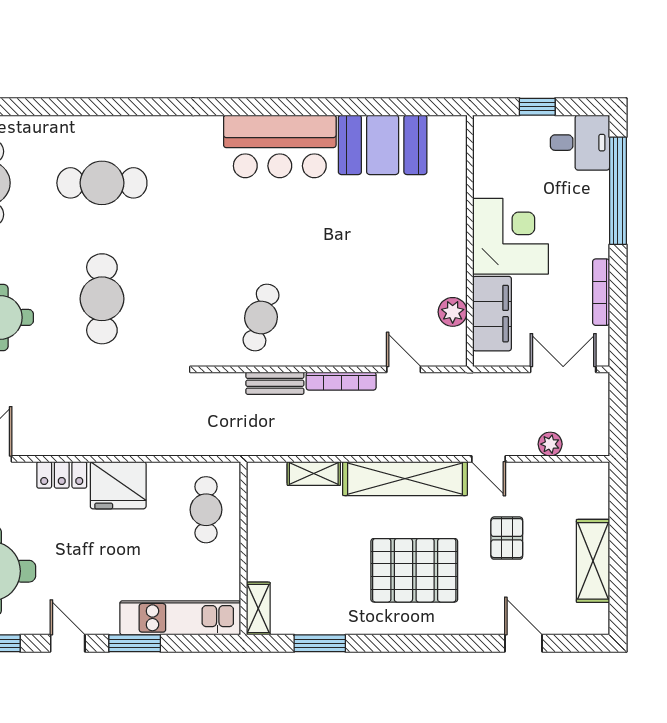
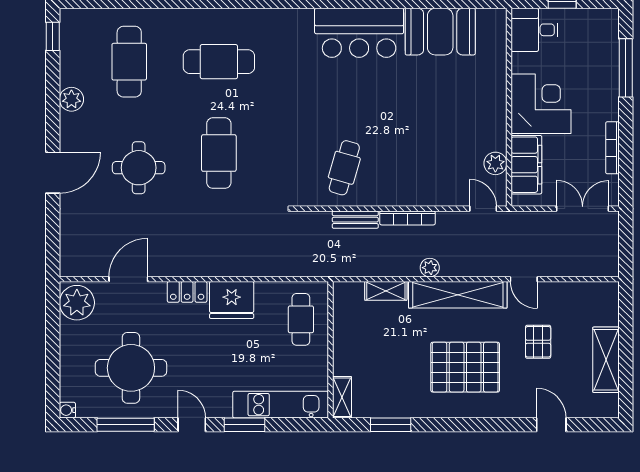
desk: (580, 143) -> (535, 30), moved, turned 180
window: (618, 191) -> (626, 68), width x0.68
door: (404, 369) -> (483, 209), moved
plant: (550, 444) -> (430, 268), moved

